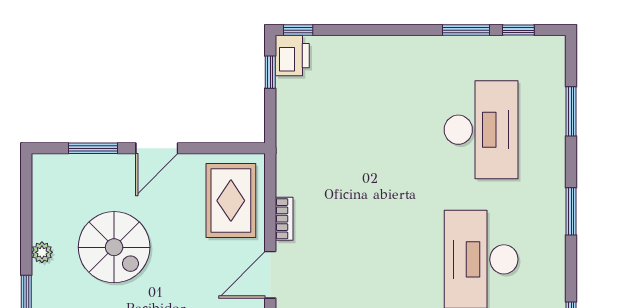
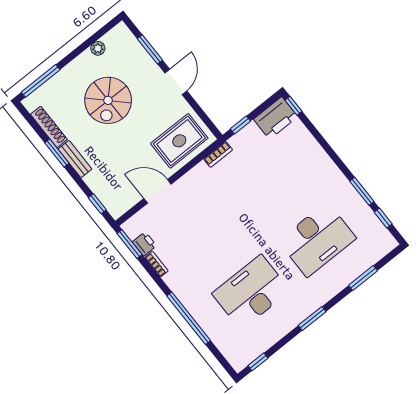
printer: (292, 56) -> (276, 118), width x1.37, depth x1.19
window: (270, 72) -> (240, 125), moved
door: (157, 148) -> (176, 82), swing flipped
bookcase: (284, 219) -> (218, 154), moved
plant: (42, 252) -> (98, 48), moved

